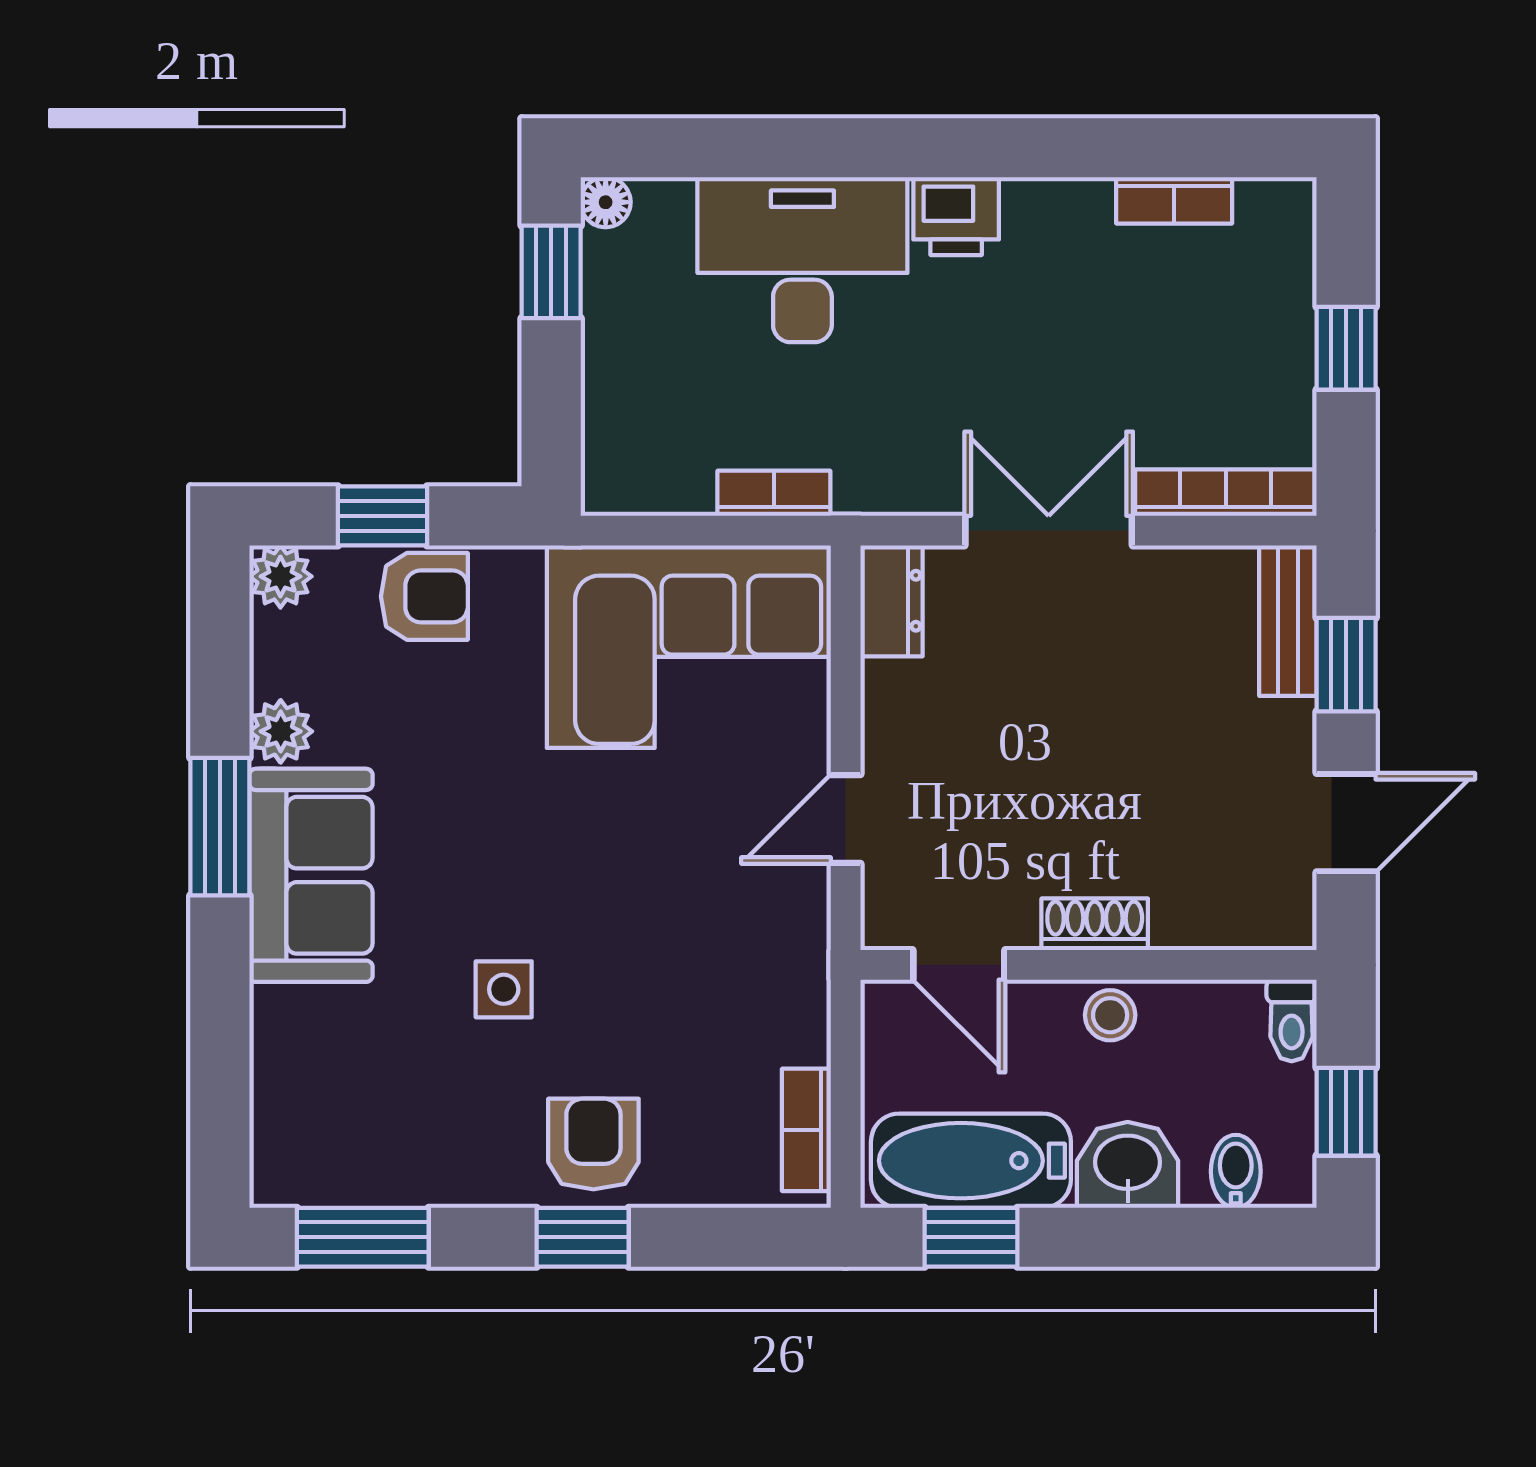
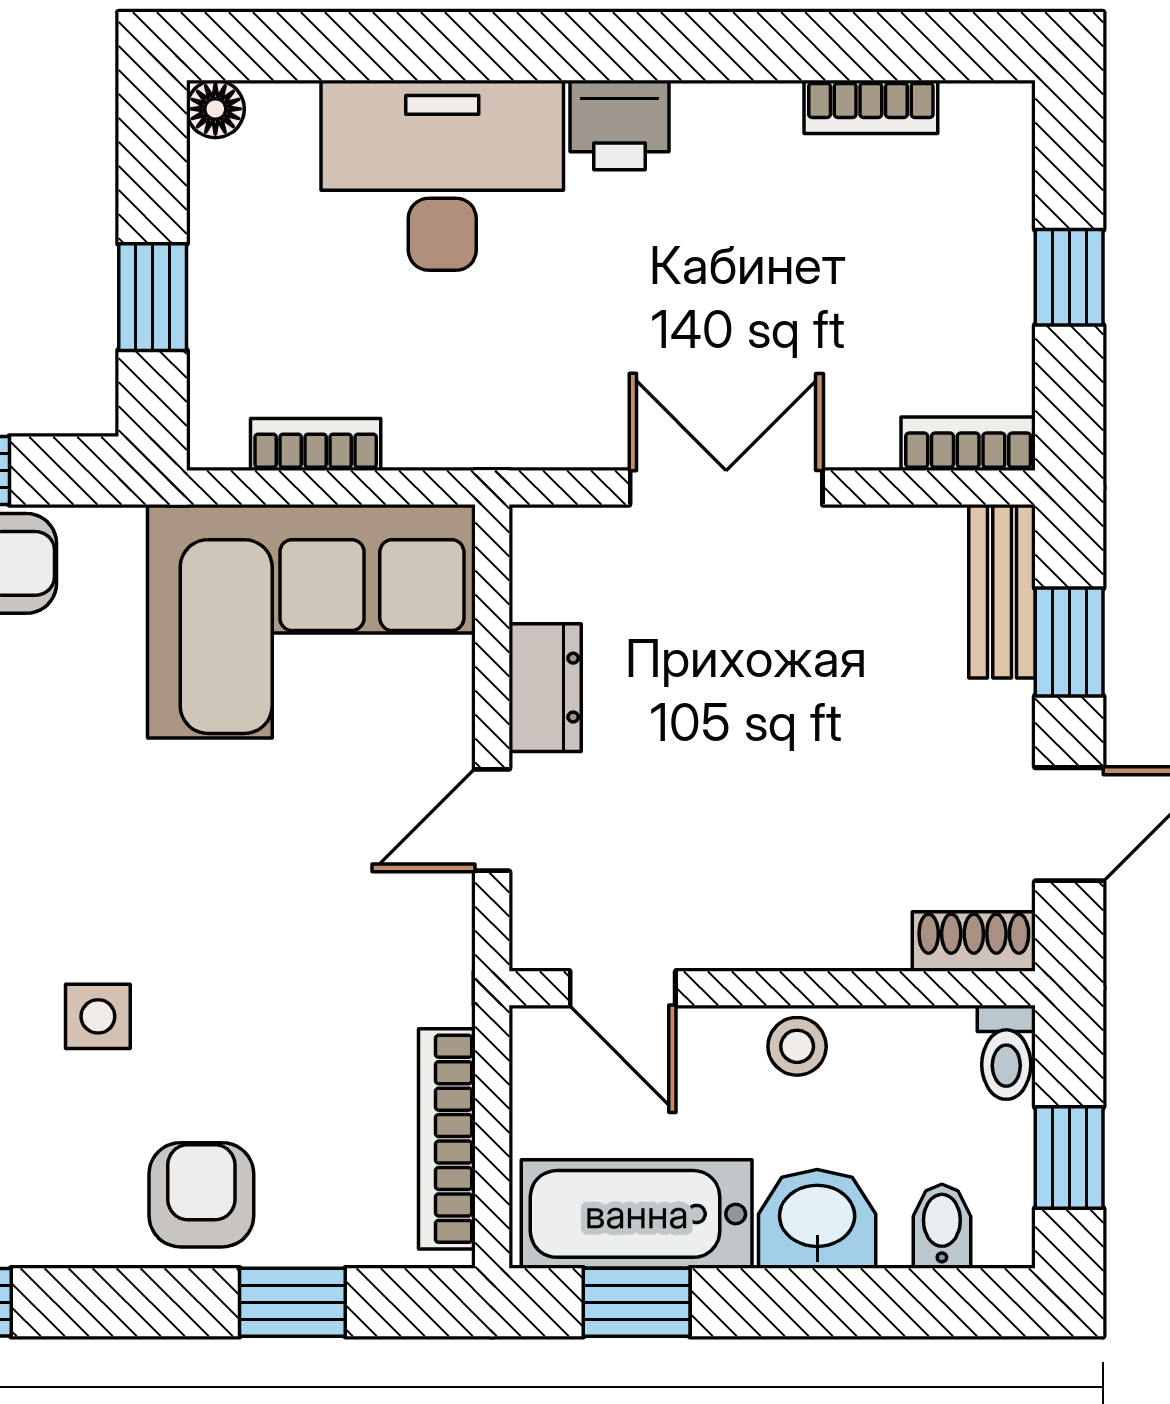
window: (551, 272) -> (153, 297), moved
bookcase: (774, 493) -> (316, 444), moved
bookcase: (1226, 493) -> (968, 444), width x0.64
dresser: (892, 601) -> (545, 688), moved
shoe rack: (1095, 924) -> (974, 941), moved
bookcase: (806, 1130) -> (447, 1139), width x1.56
window: (583, 1237) -> (292, 1302), moved

